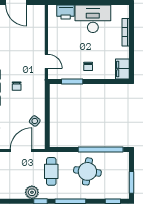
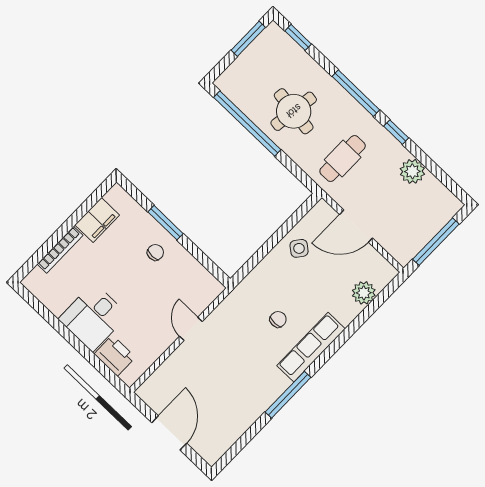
desk: (93, 19) -> (93, 317), width x0.73
door: (46, 61) -> (191, 329), moved
filing cabinet: (122, 69) -> (97, 220), moved
window: (72, 82) -> (165, 223), moved
plant: (32, 192) -> (412, 171), moved

